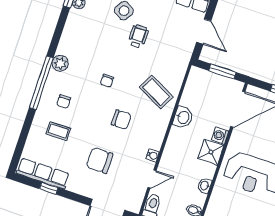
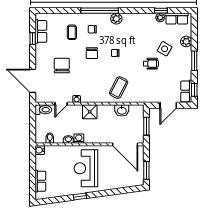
washbasin: (183, 117) -> (122, 110), moved
chair: (121, 120) -> (92, 53), moved
washing machine: (220, 136) -> (79, 139), moved
shower: (211, 152) -> (90, 112), moved
row of seats: (43, 174) -> (41, 31), width x0.68
door: (152, 179) -> (61, 104), hinge flipped

